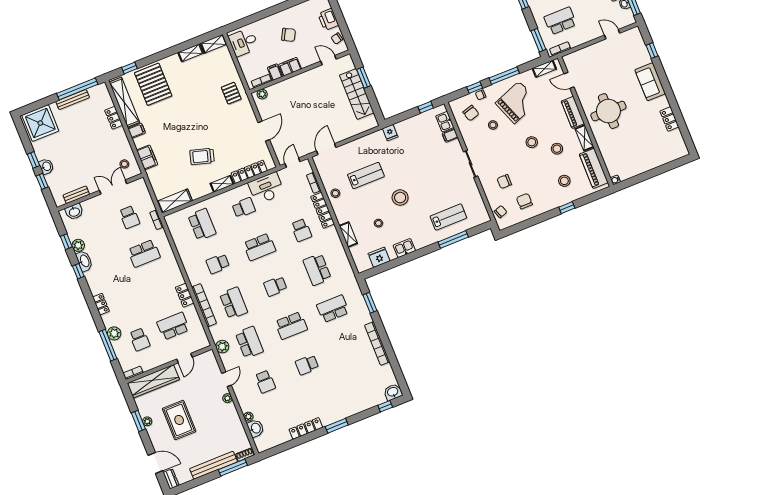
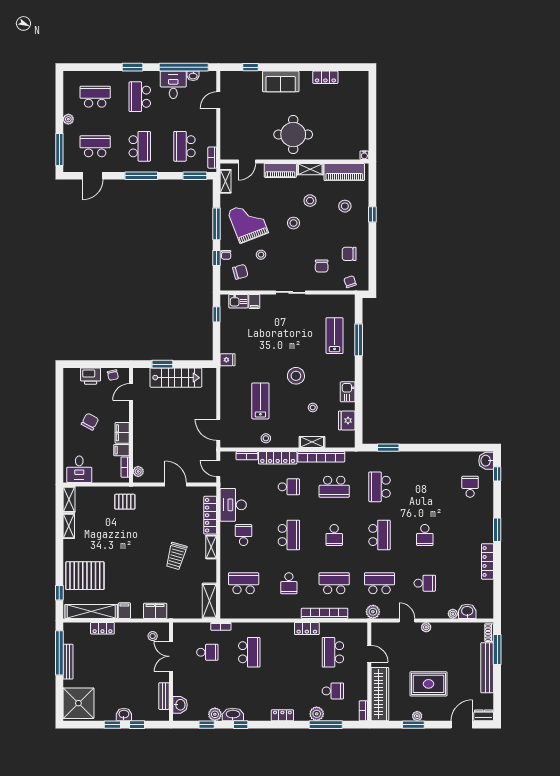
bookcase: (377, 344) -> (321, 457), moved
school desk: (365, 387) -> (470, 487), added

